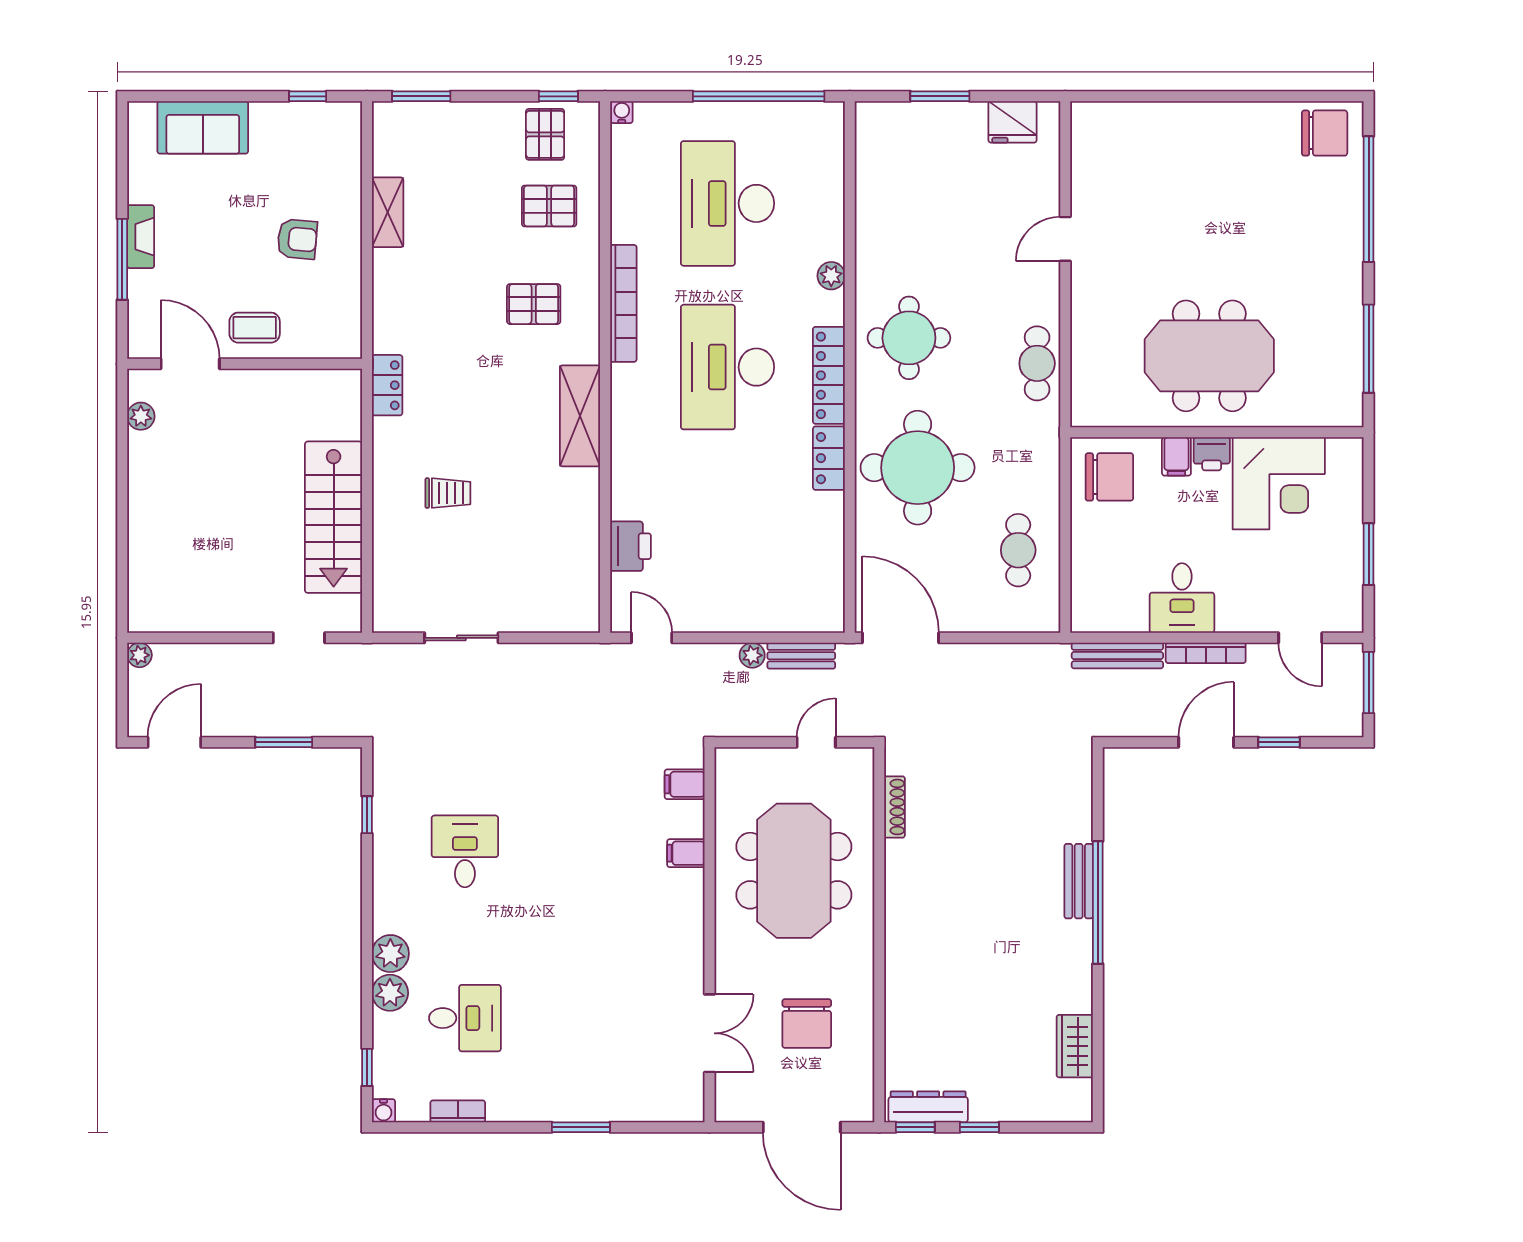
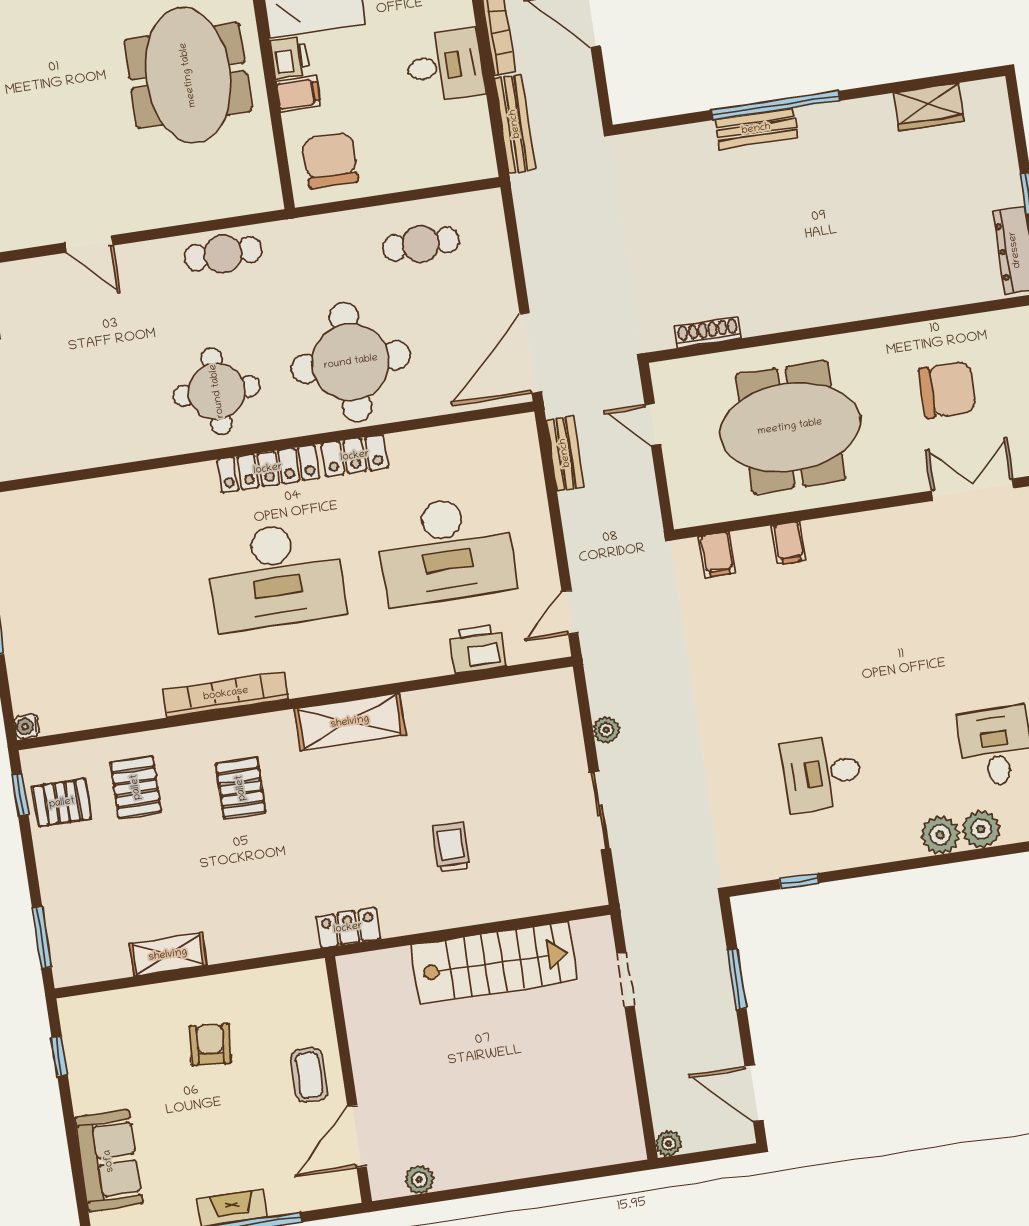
desk: (727, 203) -> (446, 550), moved
plant: (831, 276) -> (164, 482), removed
plant: (752, 655) -> (606, 730), moved

